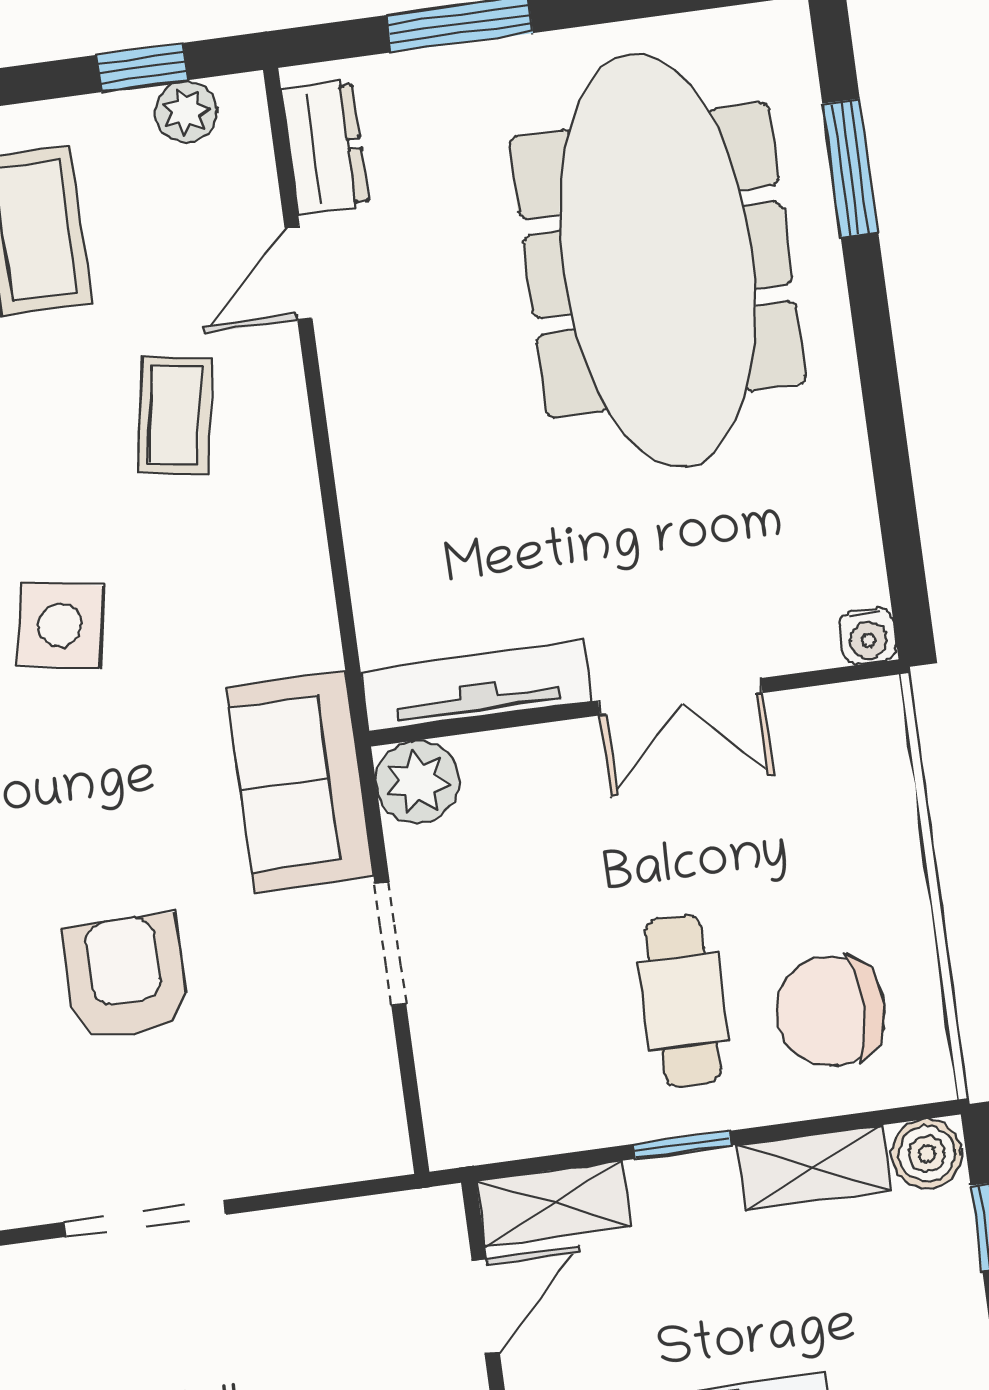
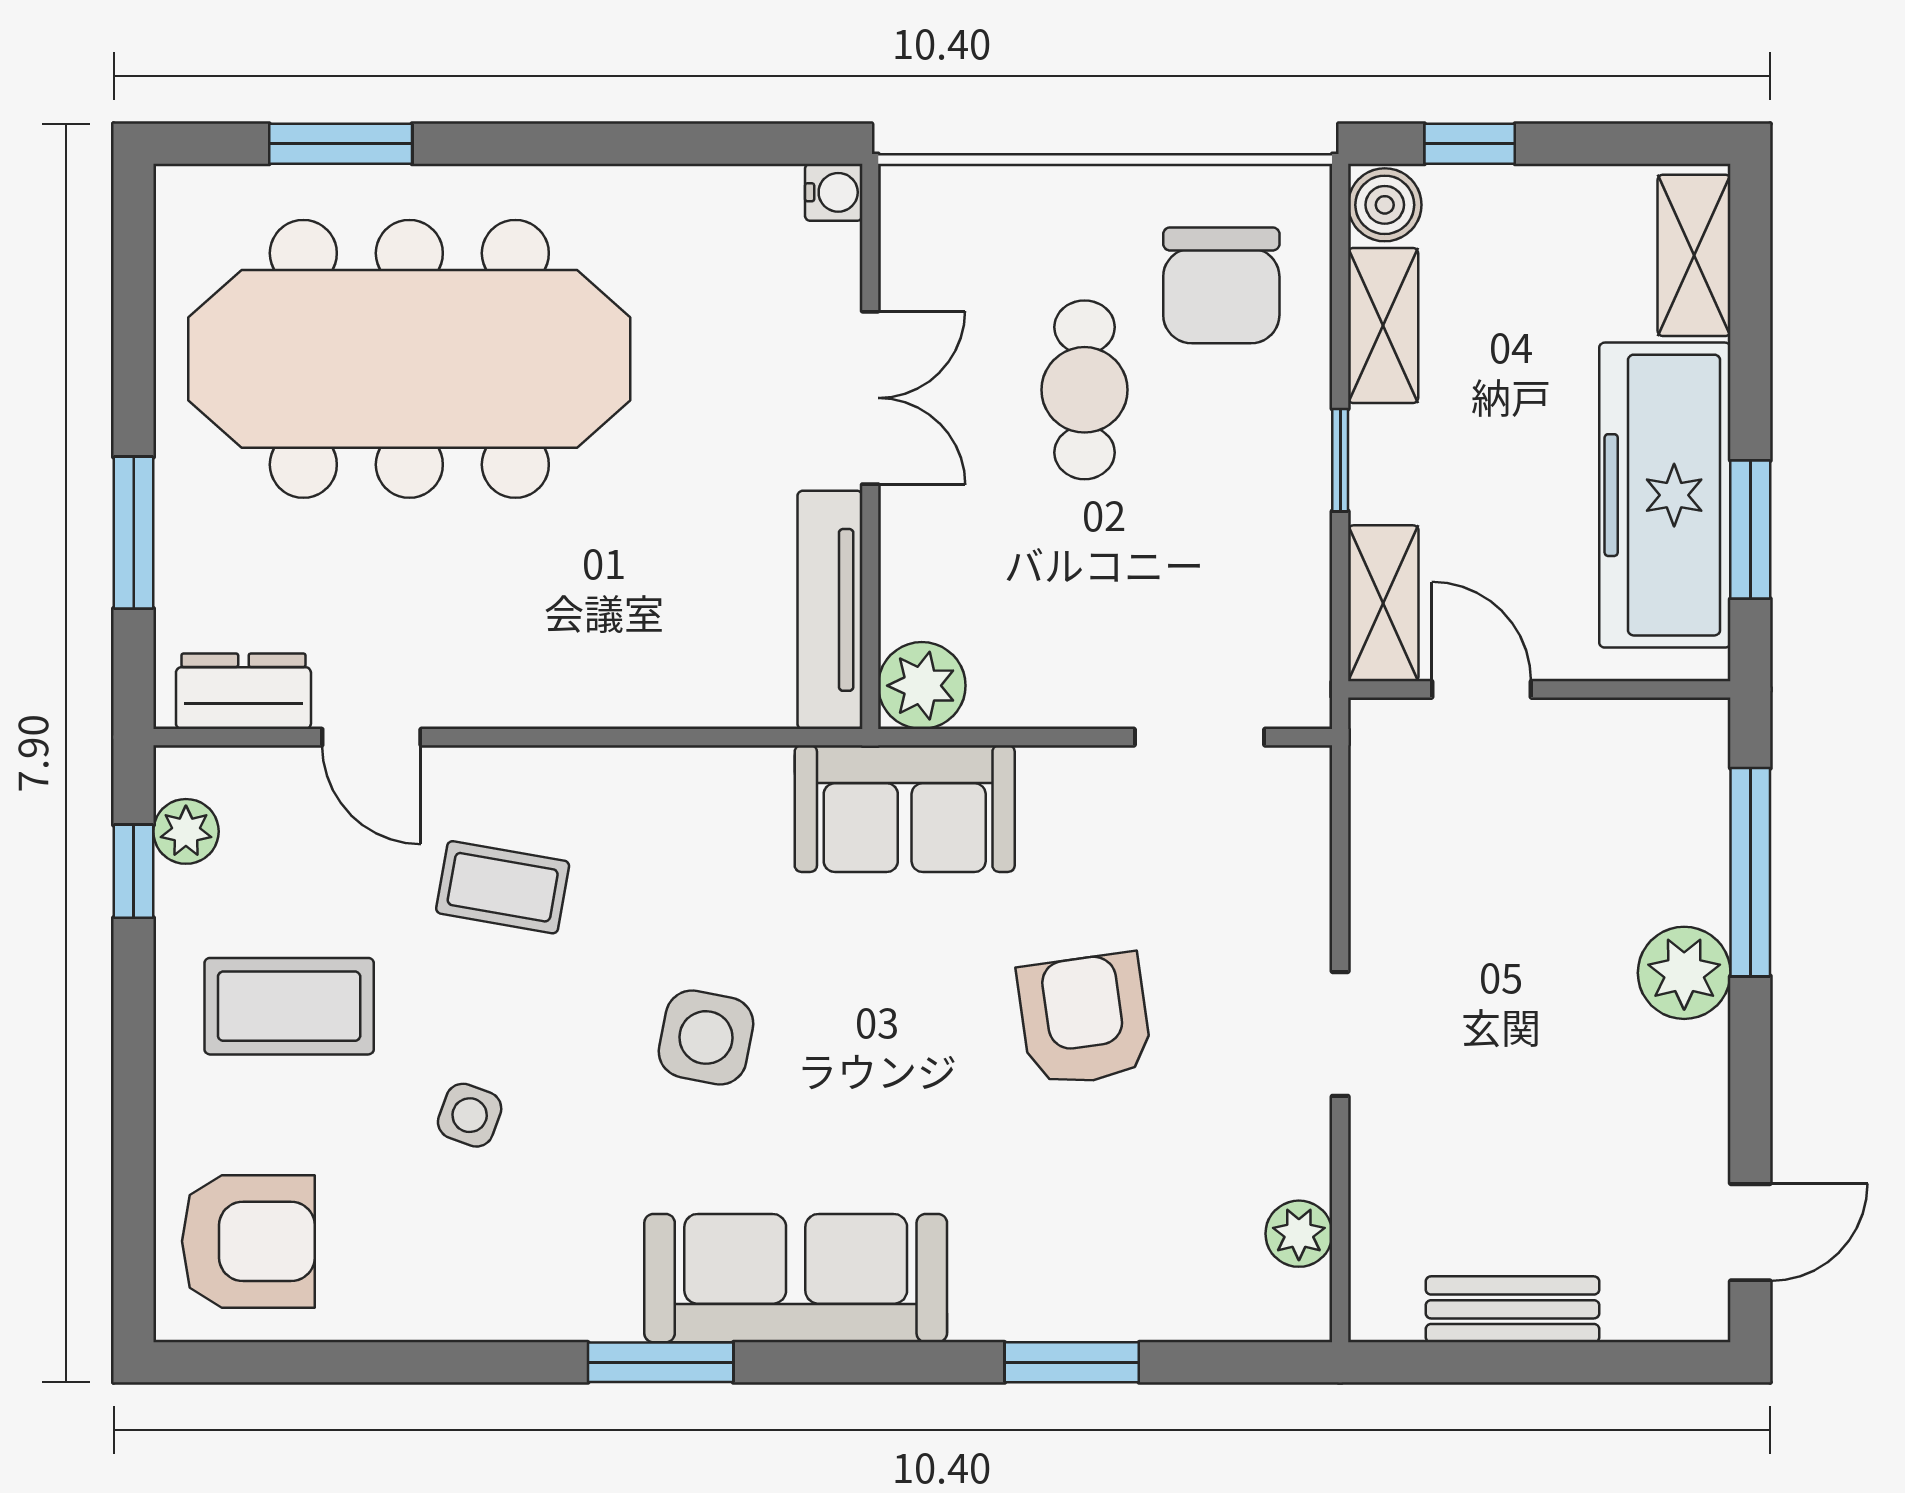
doorway: (390, 944) -> (1199, 737), moved
armchair: (125, 977) -> (1085, 1020), turned 82
cafe table: (683, 1001) -> (1085, 390), moved, turned 90
doorway: (145, 1218) -> (1340, 1034), width x0.73

